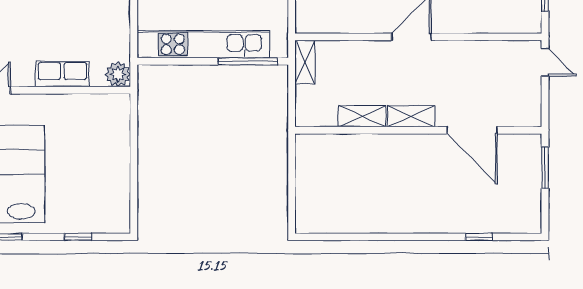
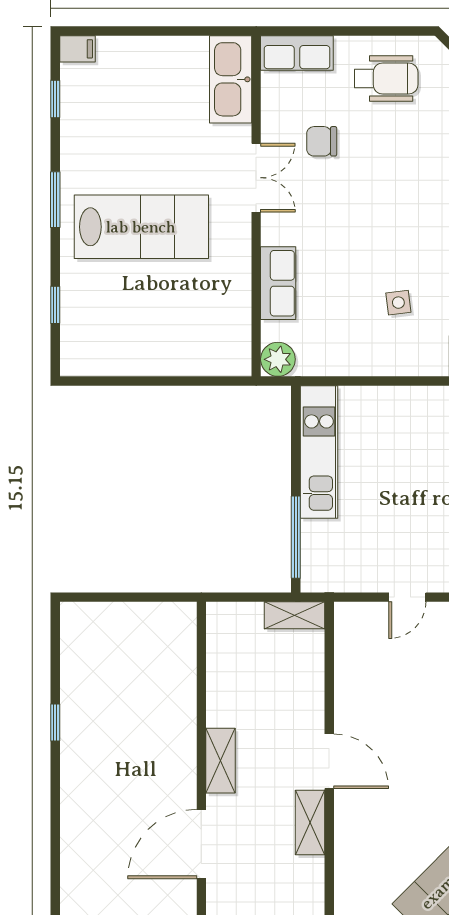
kitchen unit: (203, 44) -> (319, 452), width x0.73
shelving: (362, 116) -> (310, 822), moved
window: (479, 237) -> (55, 722), moved

